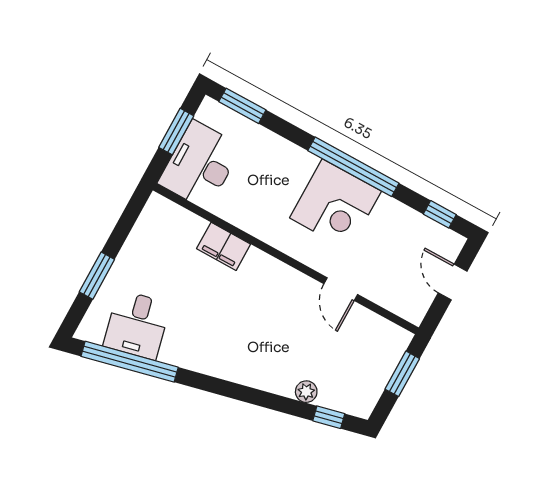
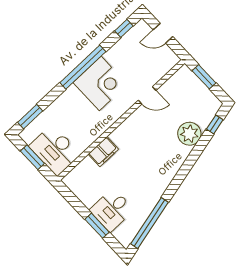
desk: (137, 325) -> (112, 210), moved, turned 103
plant: (306, 392) -> (189, 134), width x1.88, depth x1.88

